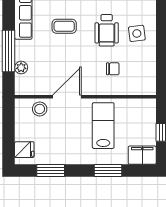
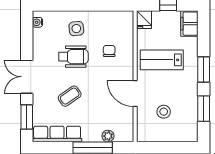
coffee table: (64, 26) -> (70, 96), turned 55
stool: (40, 109) -> (164, 112), moved
fridge: (24, 150) -> (144, 20), moved, turned 180
window: (108, 170) -> (204, 69), moved

